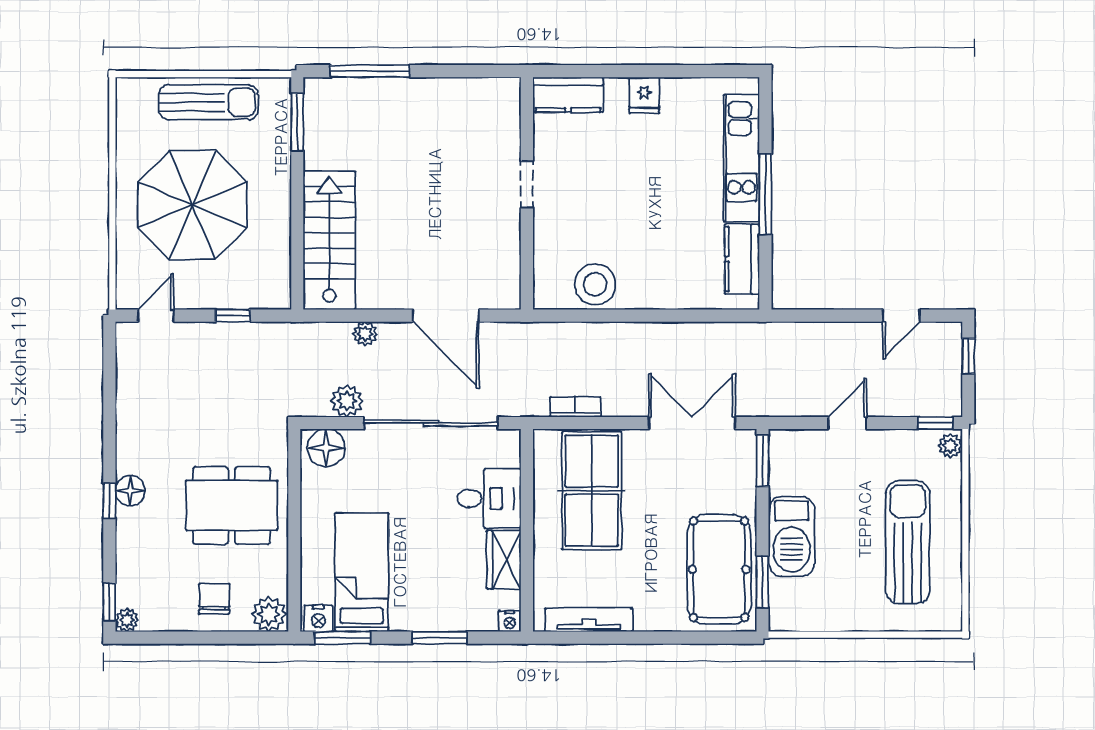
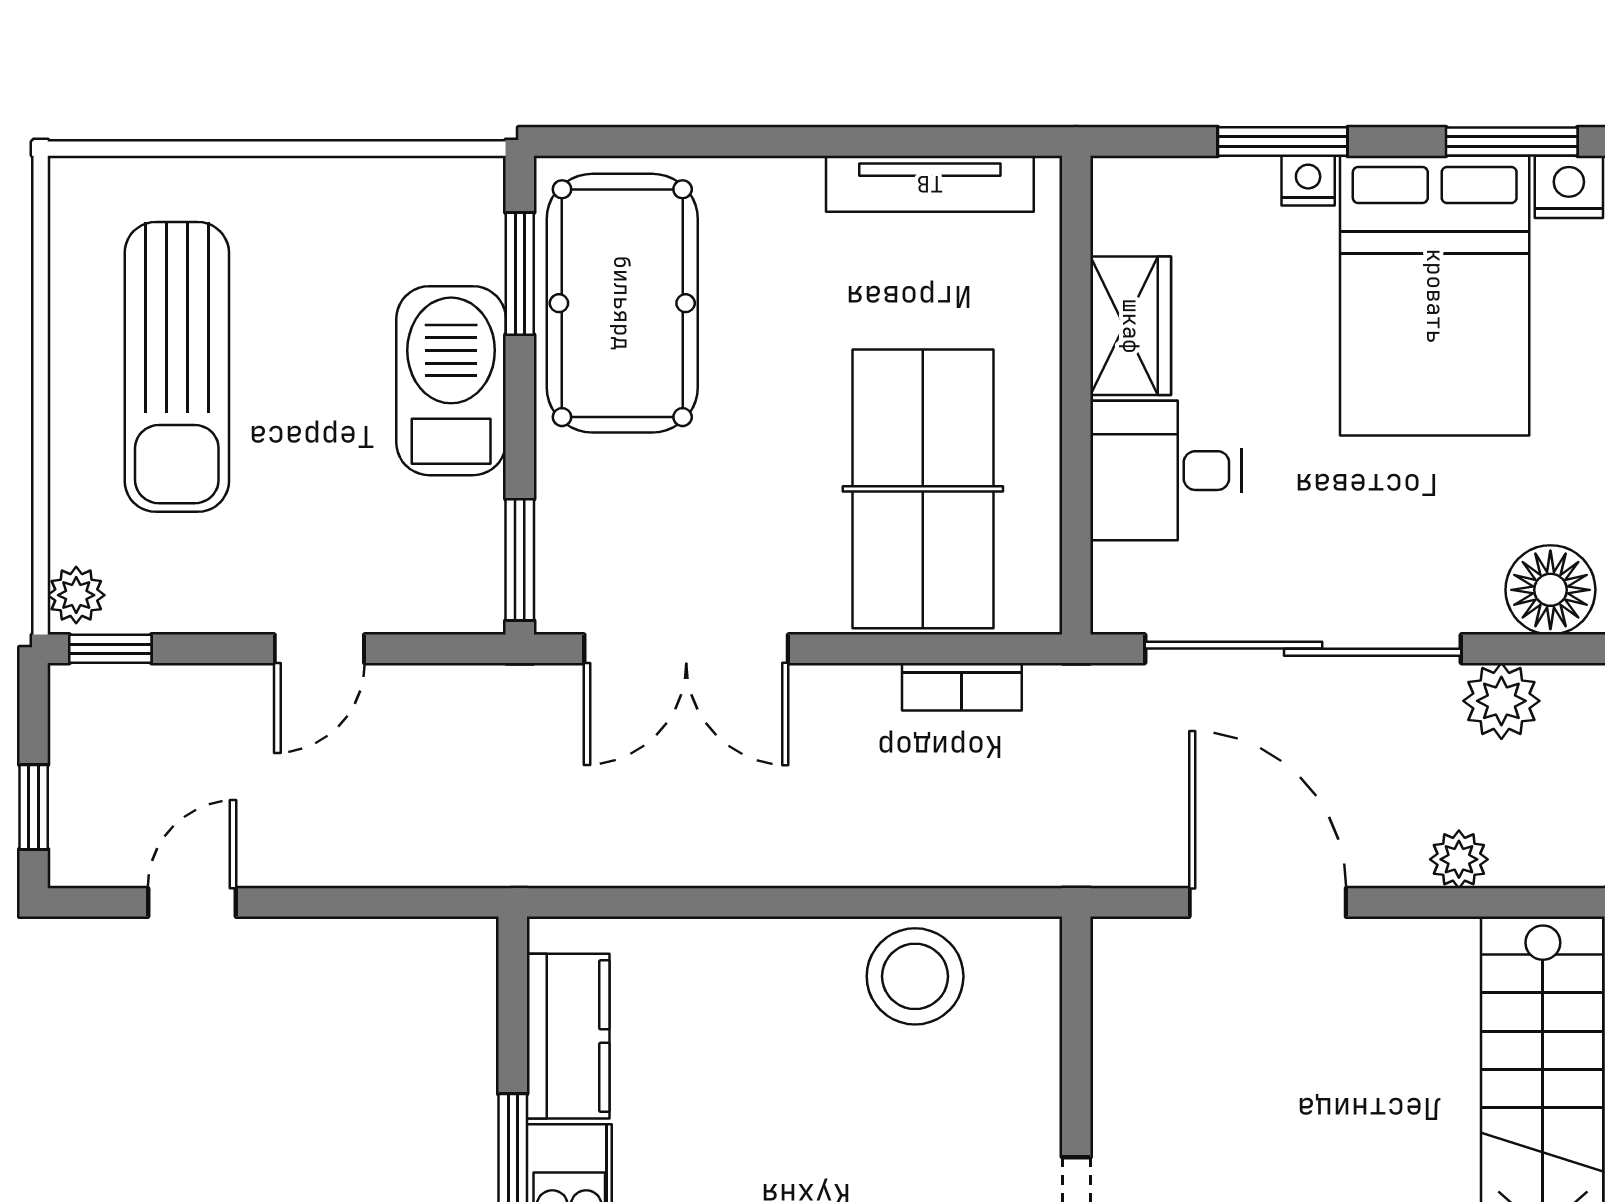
bed: (362, 572) -> (1435, 296), width x1.50
nightstand: (510, 621) -> (1308, 181), moved

